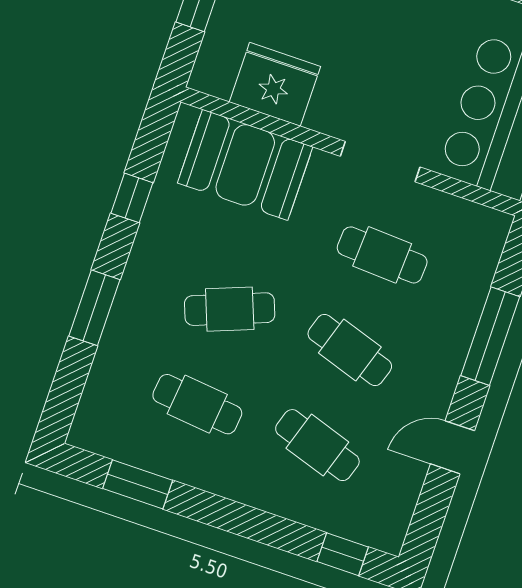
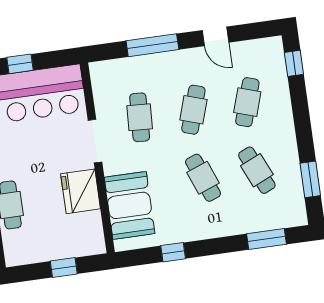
fridge: (275, 84) -> (81, 191), moved
window: (94, 308) -> (267, 239), moved
cafe table: (197, 404) -> (257, 170), turned -30

